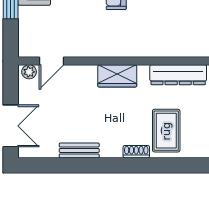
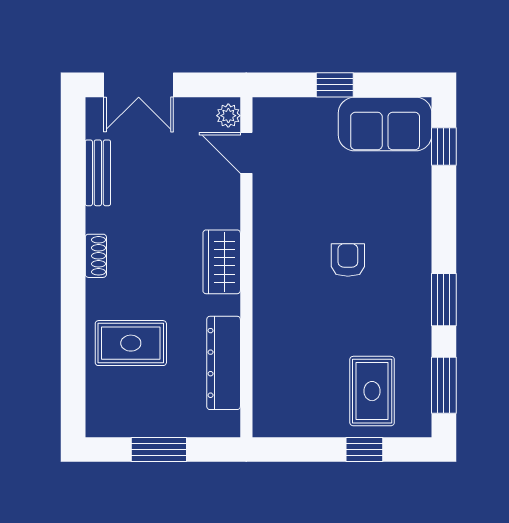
bench: (79, 150) -> (98, 173), moved
shoe rack: (136, 152) -> (96, 256), moved

